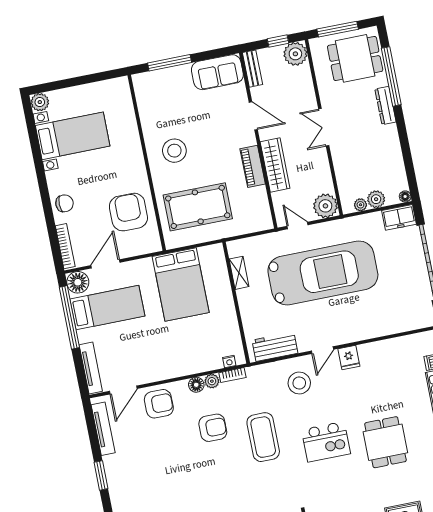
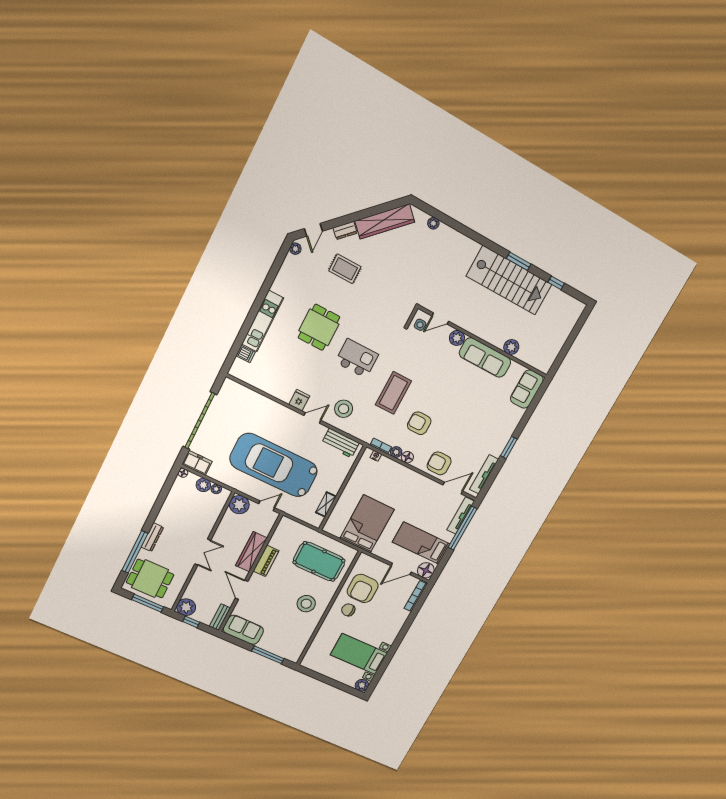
chair: (64, 203) -> (348, 610), moved
door: (297, 226) -> (267, 506), swing flipped
window: (69, 317) -> (463, 528), moved

